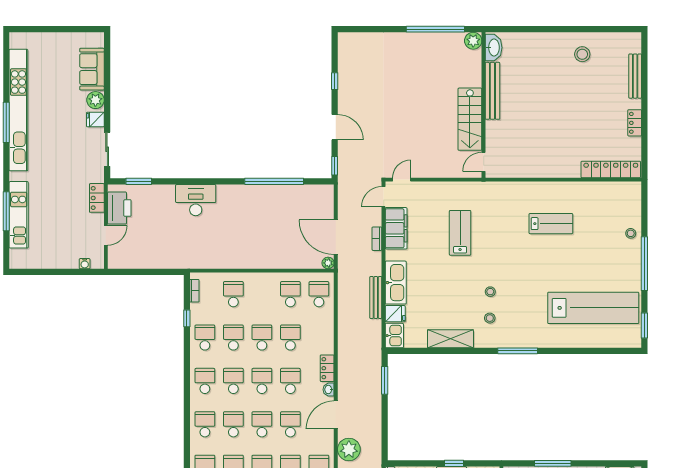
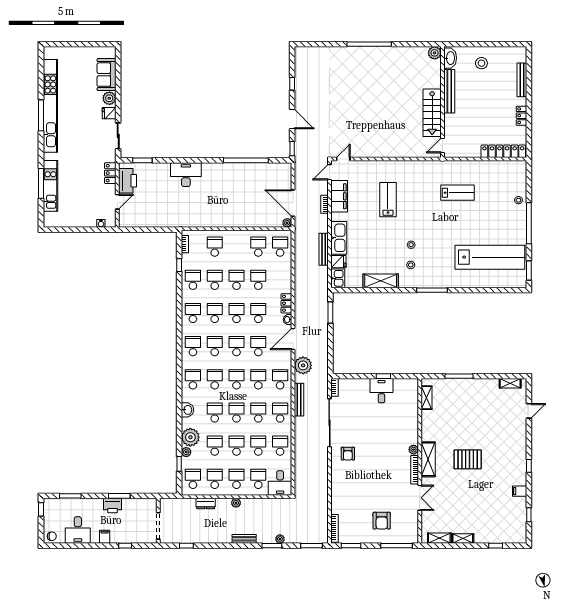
plant: (473, 41) -> (435, 53), moved
washbasin: (494, 48) -> (450, 58), moved
bench: (492, 91) -> (449, 91), moved
wall: (484, 105) -> (442, 102), moved
stairs: (470, 119) -> (432, 113), moved
door: (484, 162) -> (442, 146), moved

